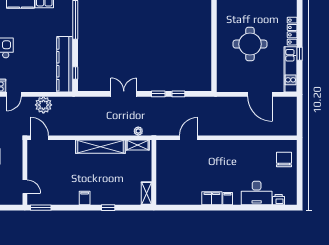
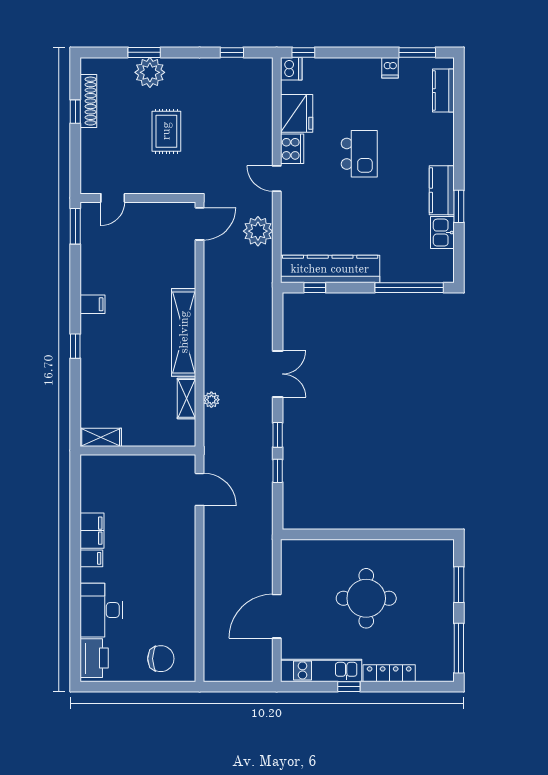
wall: (154, 172) -> (138, 451), moved
shelving: (146, 193) -> (101, 437), moved
printer: (279, 200) -> (94, 658), width x1.87, depth x1.48

